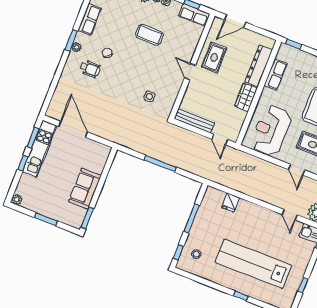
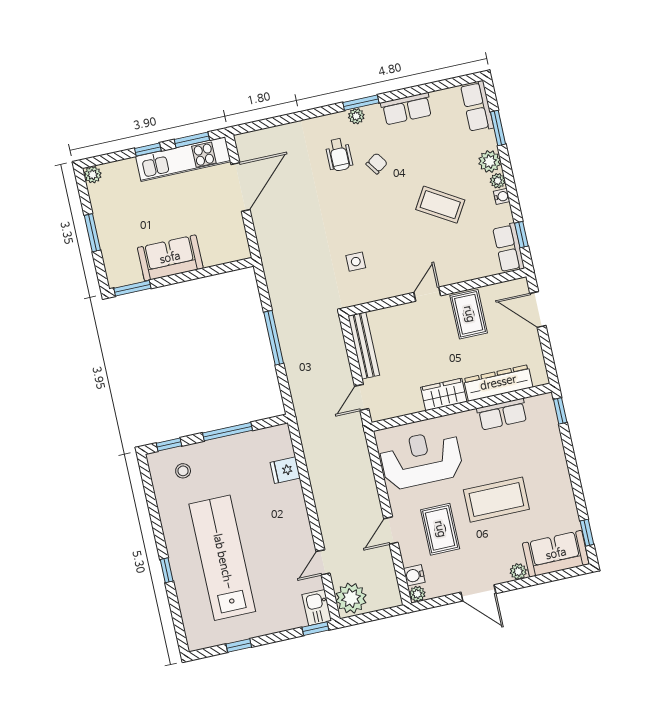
coffee table: (149, 35) -> (440, 205), turned -59
rug: (214, 58) -> (469, 314), turned 90

